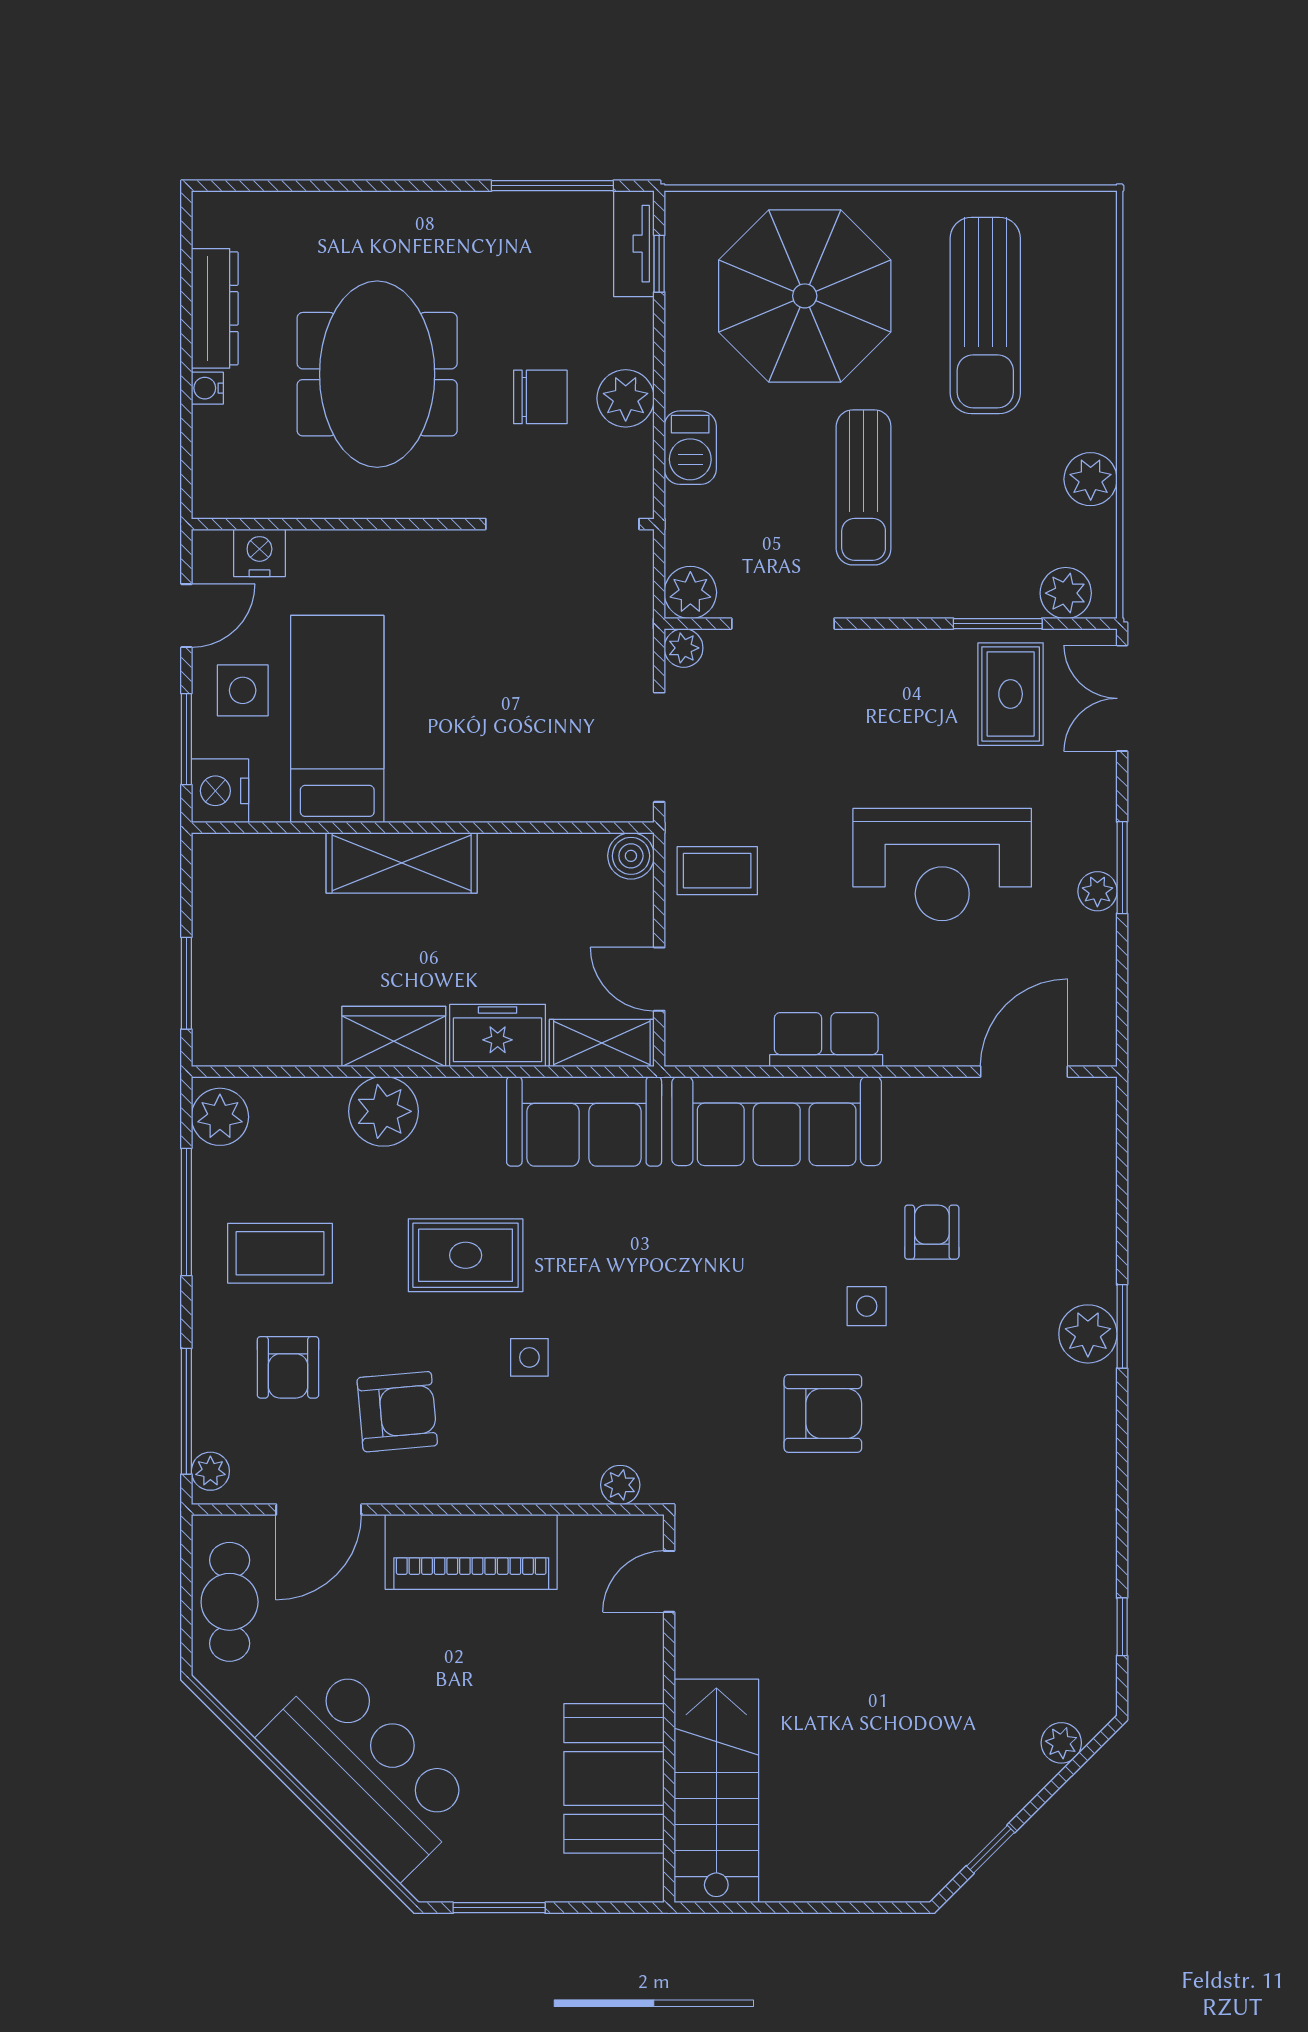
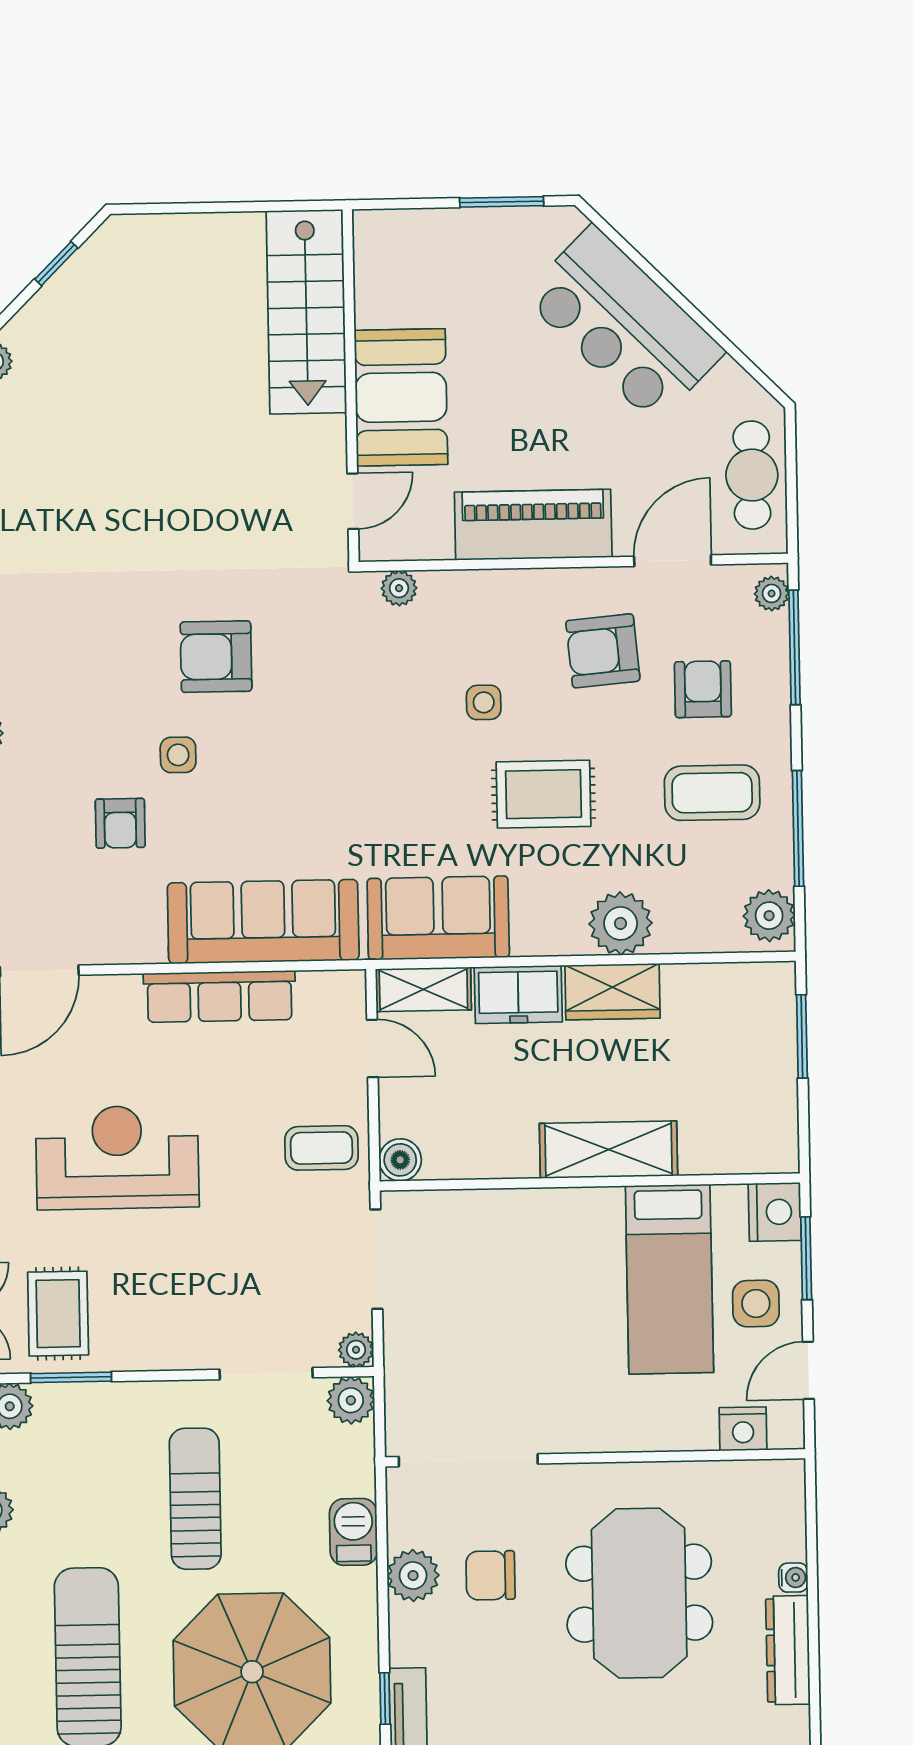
row of seats: (826, 1040) -> (220, 996), width x1.48
booth: (614, 1778) -> (401, 397), moved

